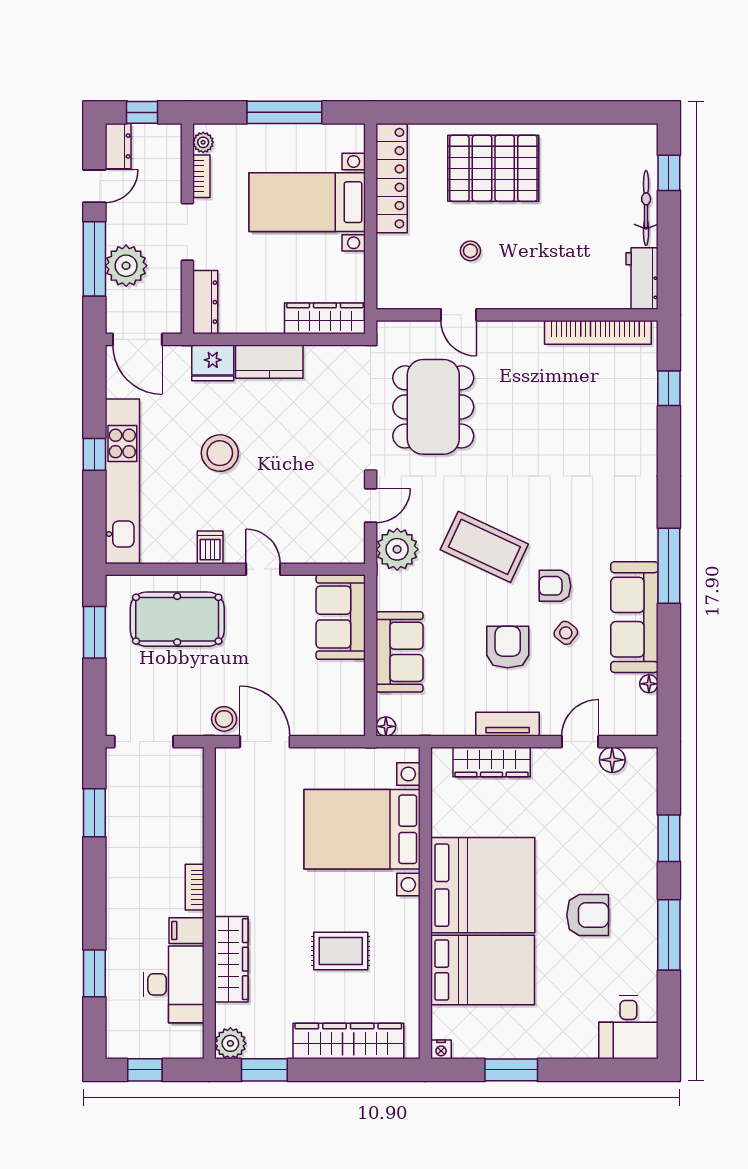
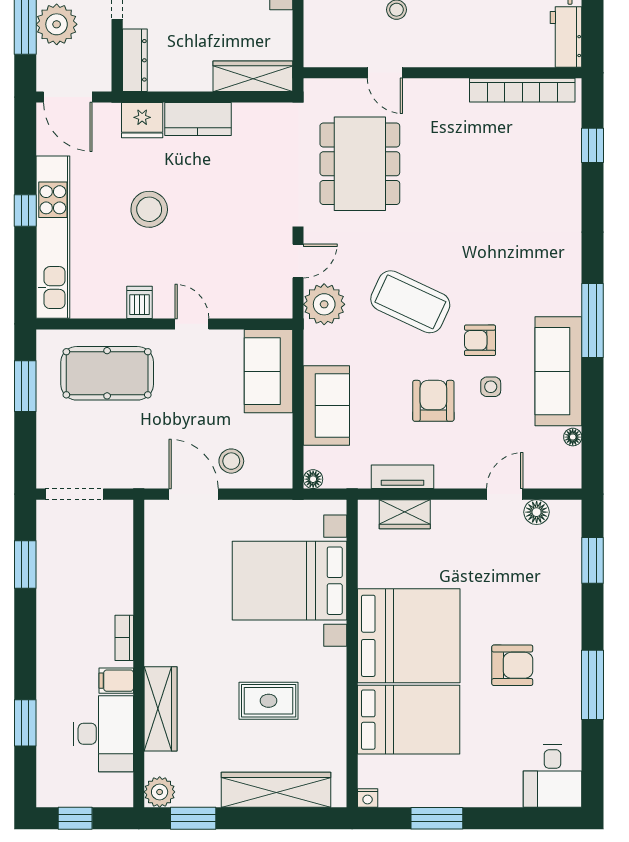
side table: (566, 633) -> (491, 387), turned -38
stool: (224, 719) -> (231, 461), moved
tv unit: (508, 724) -> (403, 477), moved
wardrobe: (492, 762) -> (405, 514), width x0.67
window: (669, 838) -> (592, 560), moved

